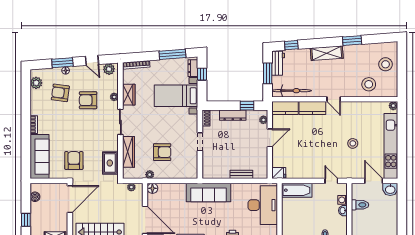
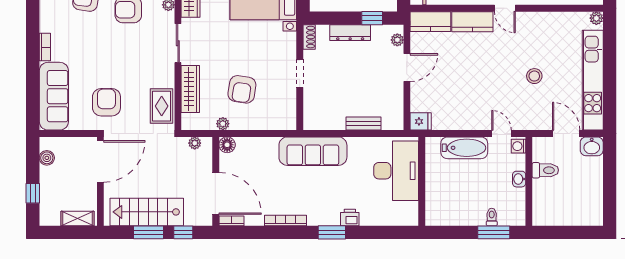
armchair: (162, 152) -> (242, 89), turned 99
bathtub: (297, 190) -> (464, 148), moved
washing machine: (342, 200) -> (519, 146), moved

